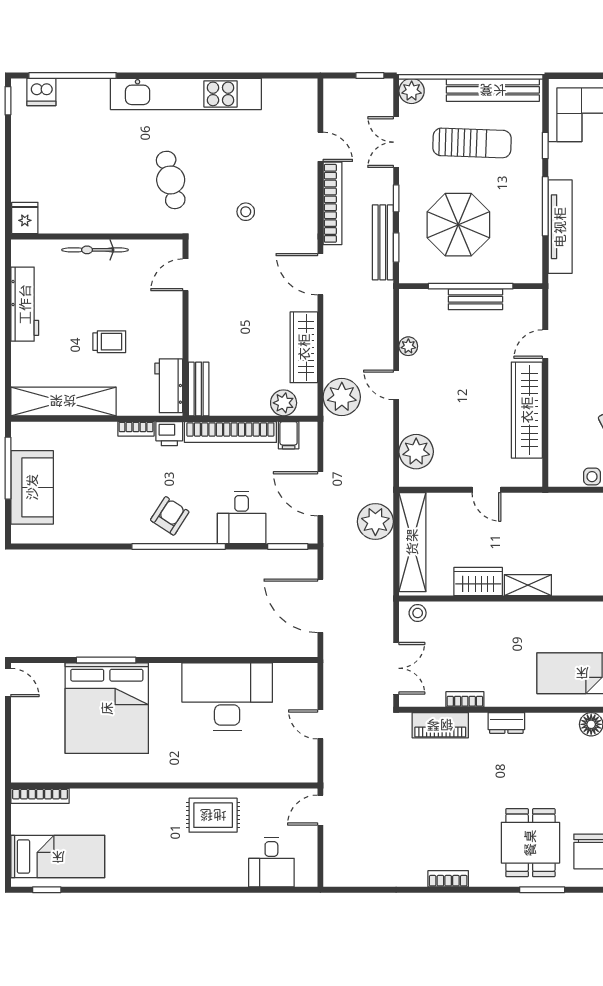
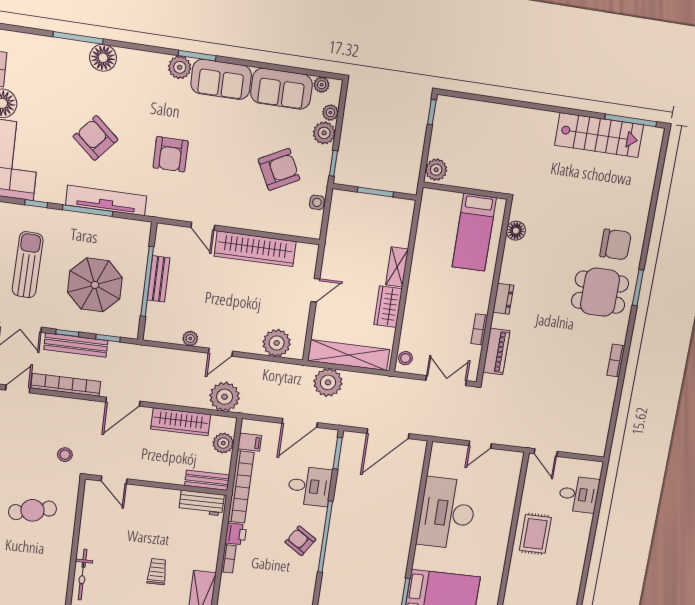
bench: (383, 242) -> (76, 345), moved
door: (185, 275) -> (114, 480), moved
wall: (185, 328) -> (157, 485), moved
workbench: (169, 386) -> (201, 503), moved
bench: (199, 389) -> (207, 480), moved

